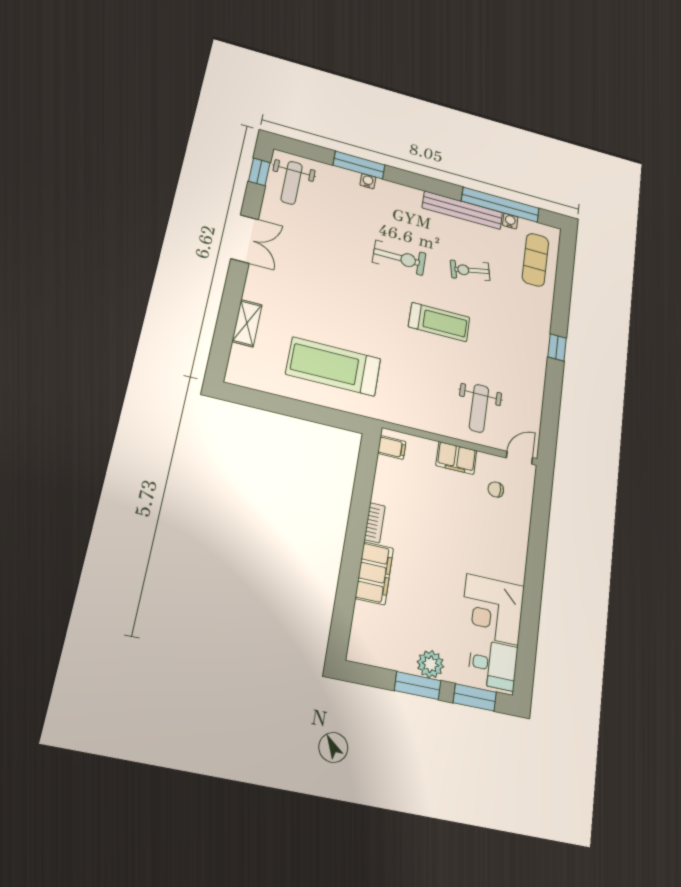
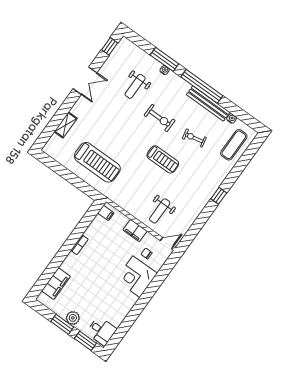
weight bench: (292, 183) -> (135, 86), moved
window: (500, 205) -> (202, 86), moved
treadmill: (333, 366) -> (97, 162), turned 180
filing cabinet: (374, 573) -> (56, 284), moved
corner desk: (492, 609) -> (136, 277), moved

